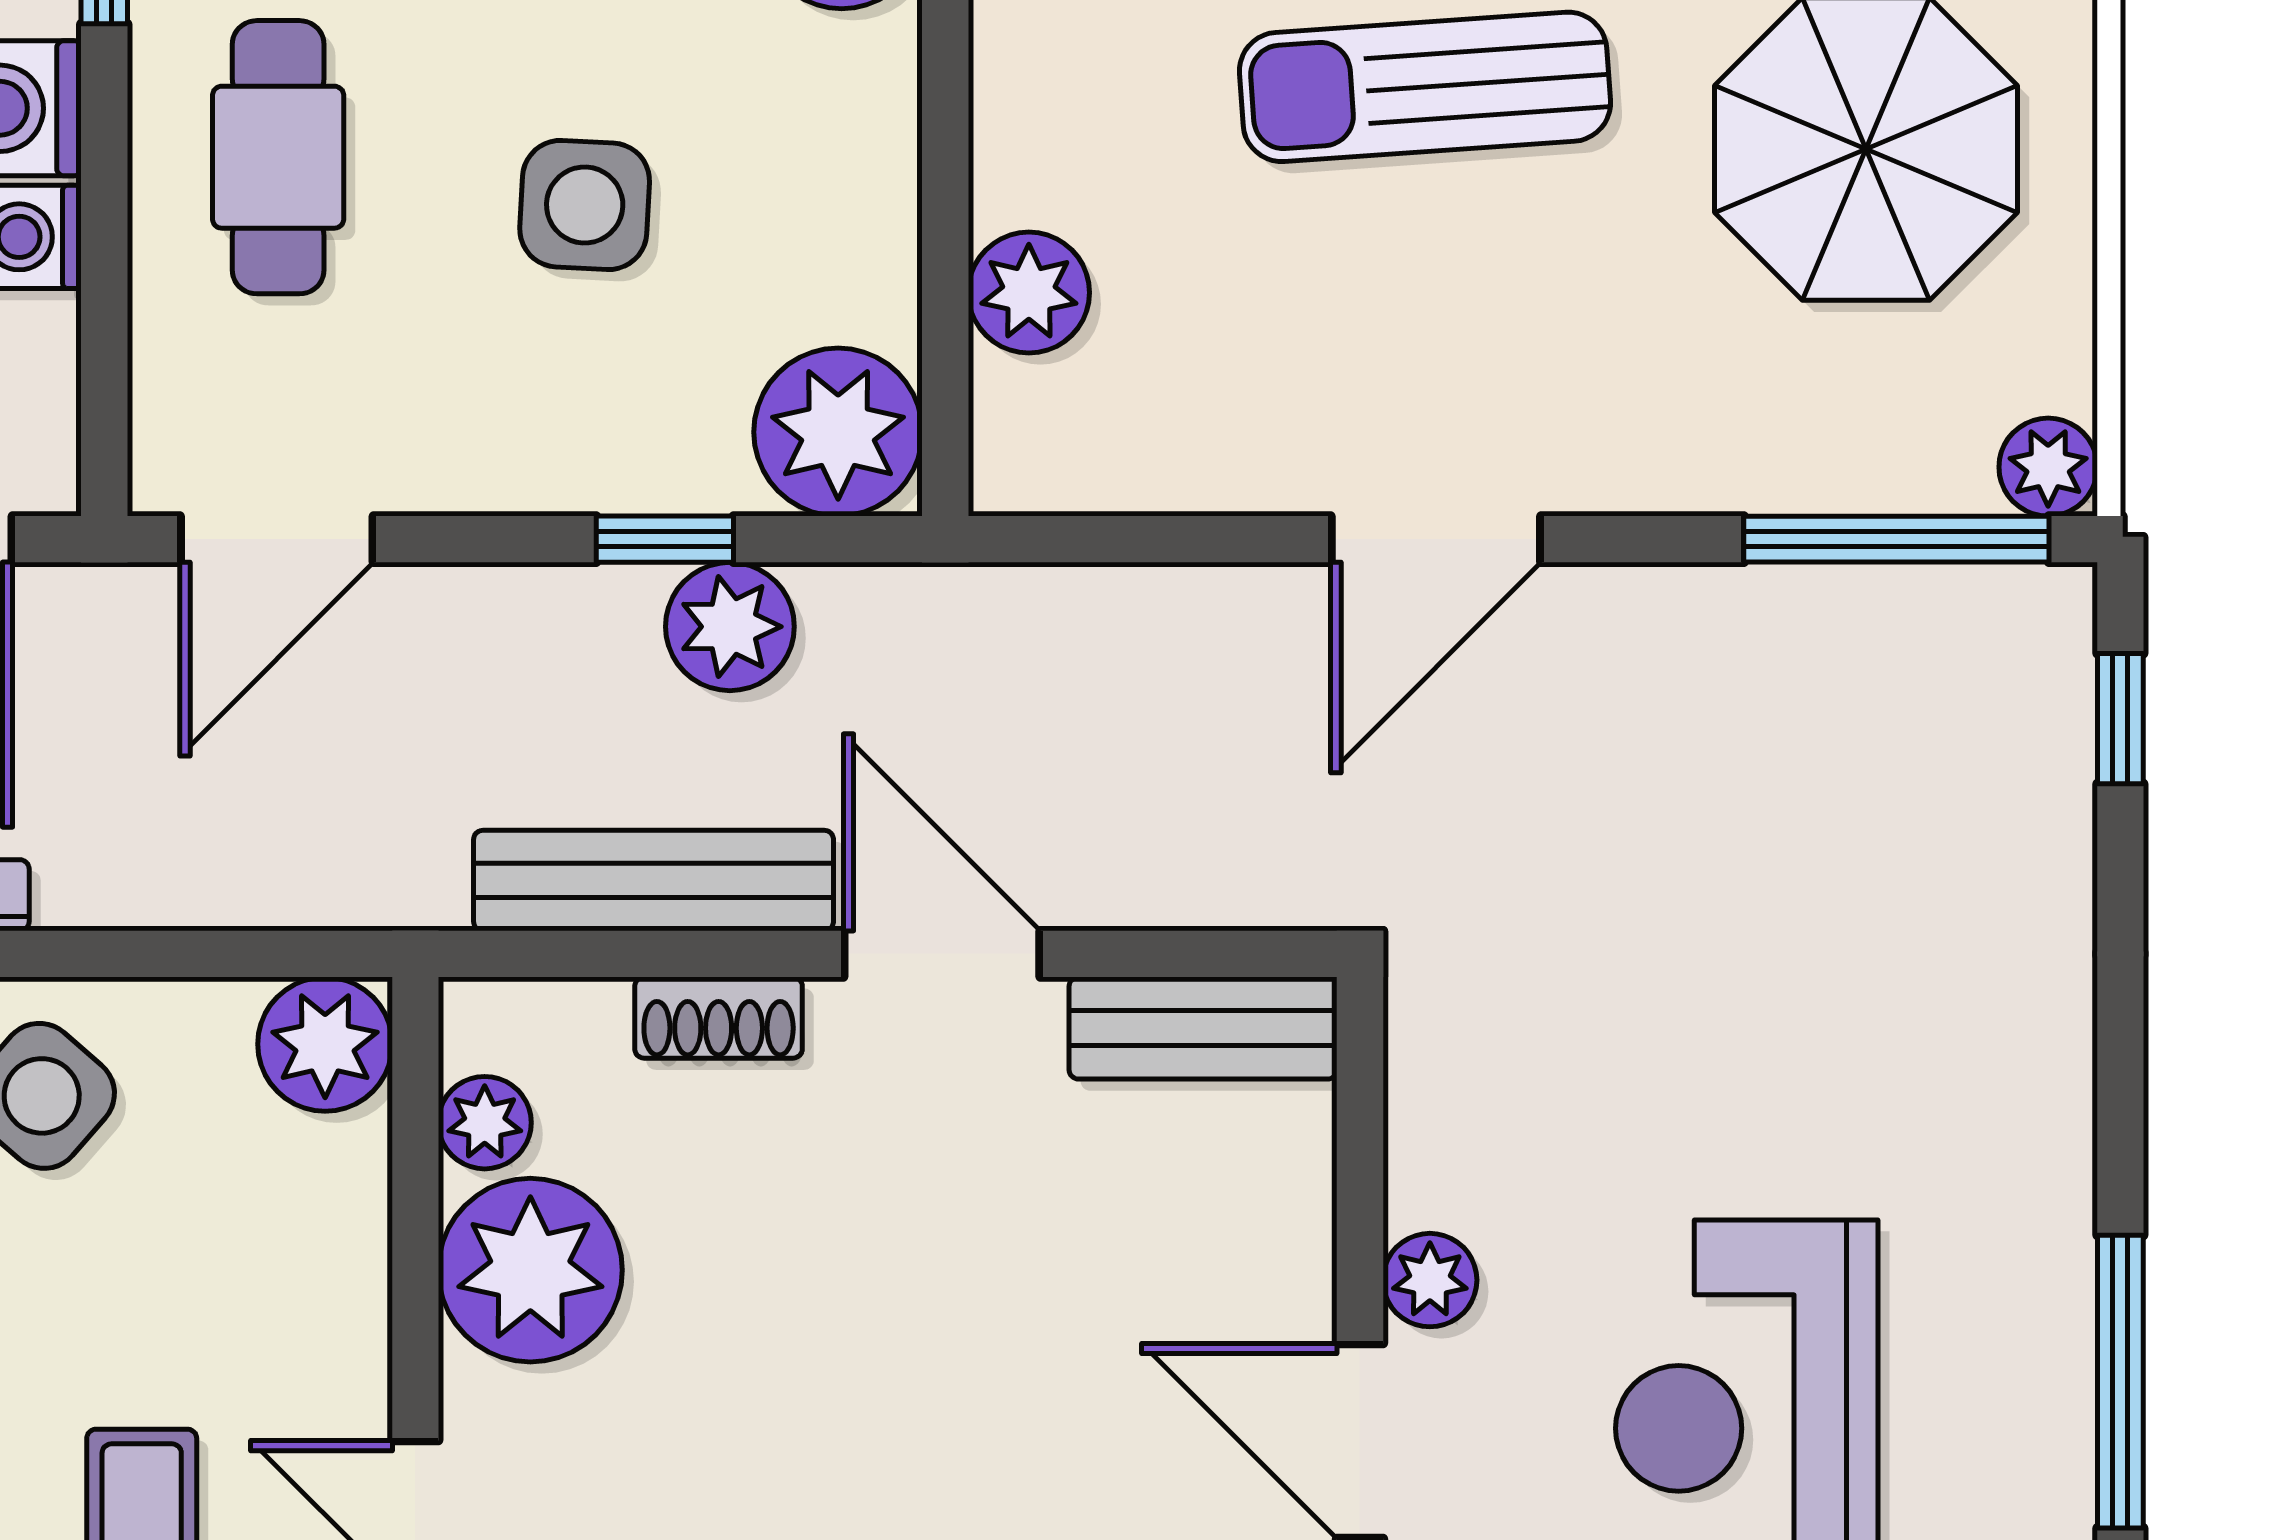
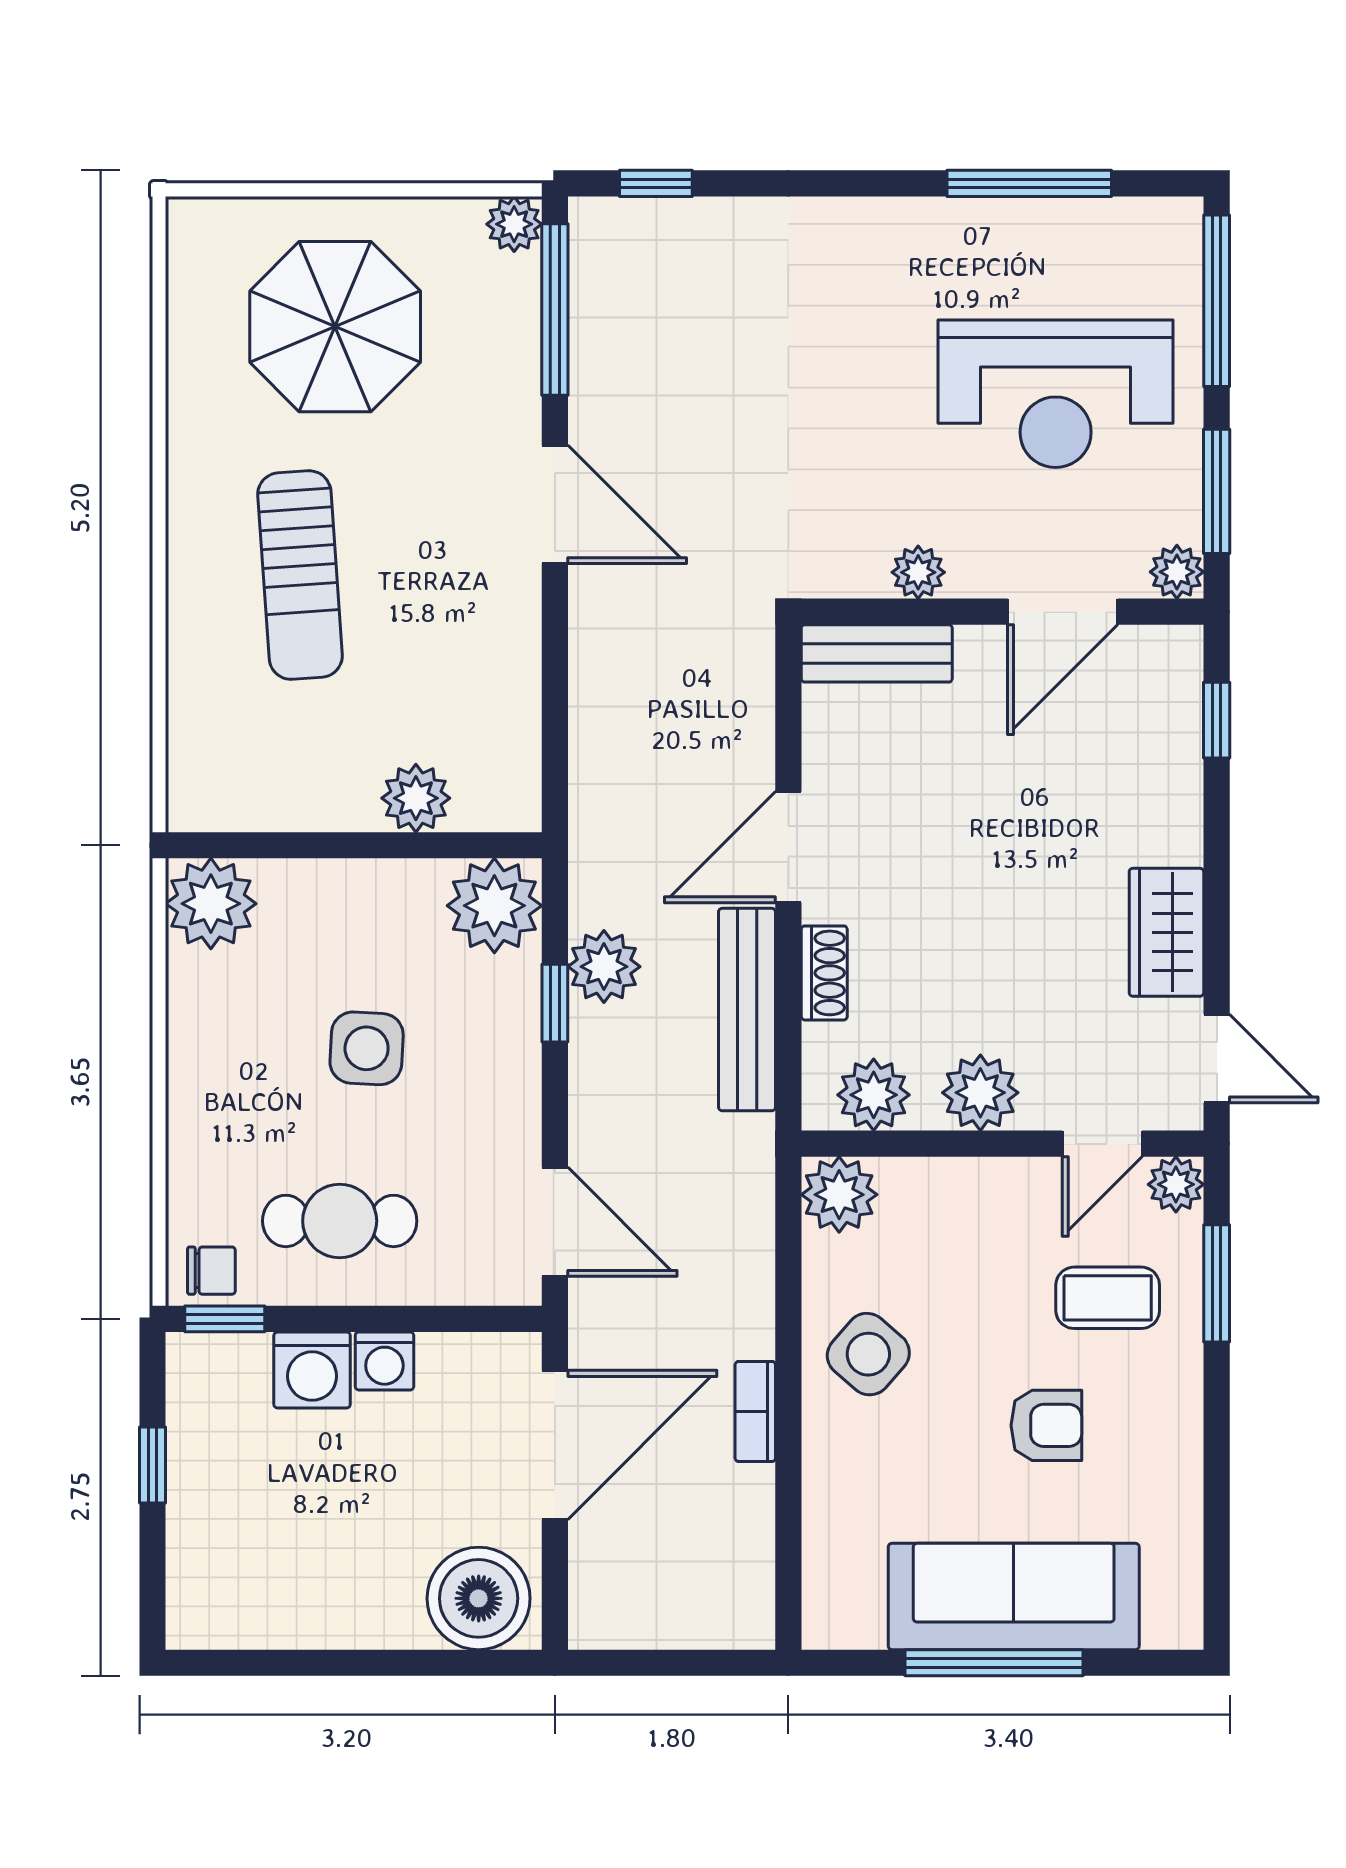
door: (1436, 539) -> (555, 504), moved
bench: (1203, 1028) -> (877, 653), moved, turned 90
plant: (485, 1123) -> (874, 1095), width x1.38, depth x1.38
plant: (530, 1270) -> (980, 1093), width x0.73, depth x0.73
plant: (1430, 1280) -> (918, 572), moved

